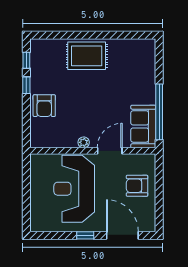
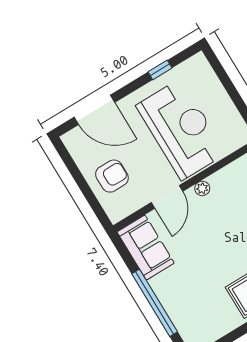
window: (159, 112) -> (155, 303), moved
window: (85, 235) -> (160, 70), moved

